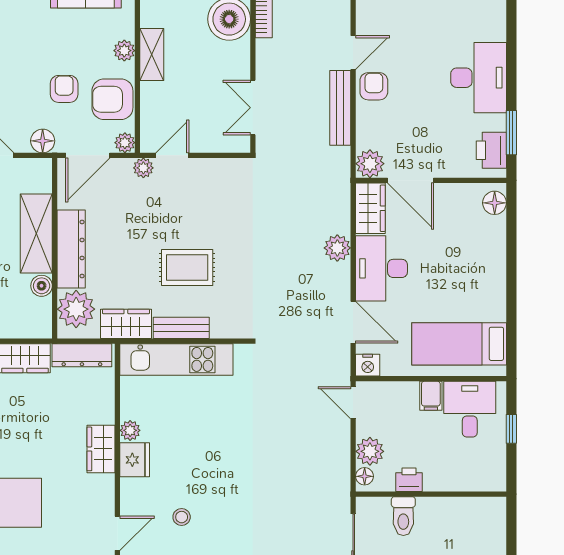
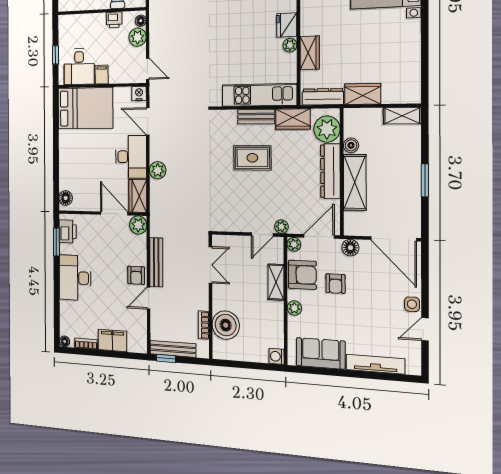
shelving: (152, 54) -> (276, 282), moved
bed: (459, 344) -> (85, 108), width x1.50
wardrobe: (101, 449) -> (310, 53), moved

